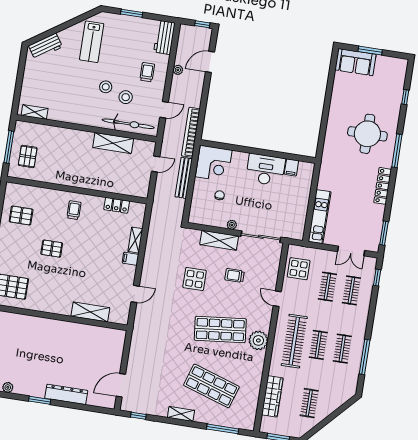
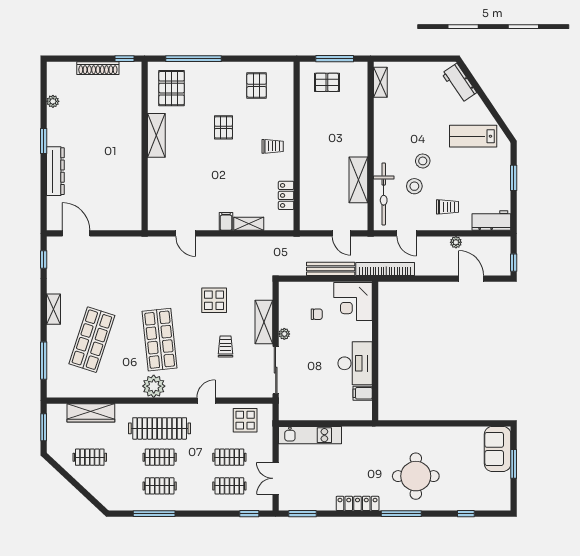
shelving: (90, 312) -> (156, 135), moved

